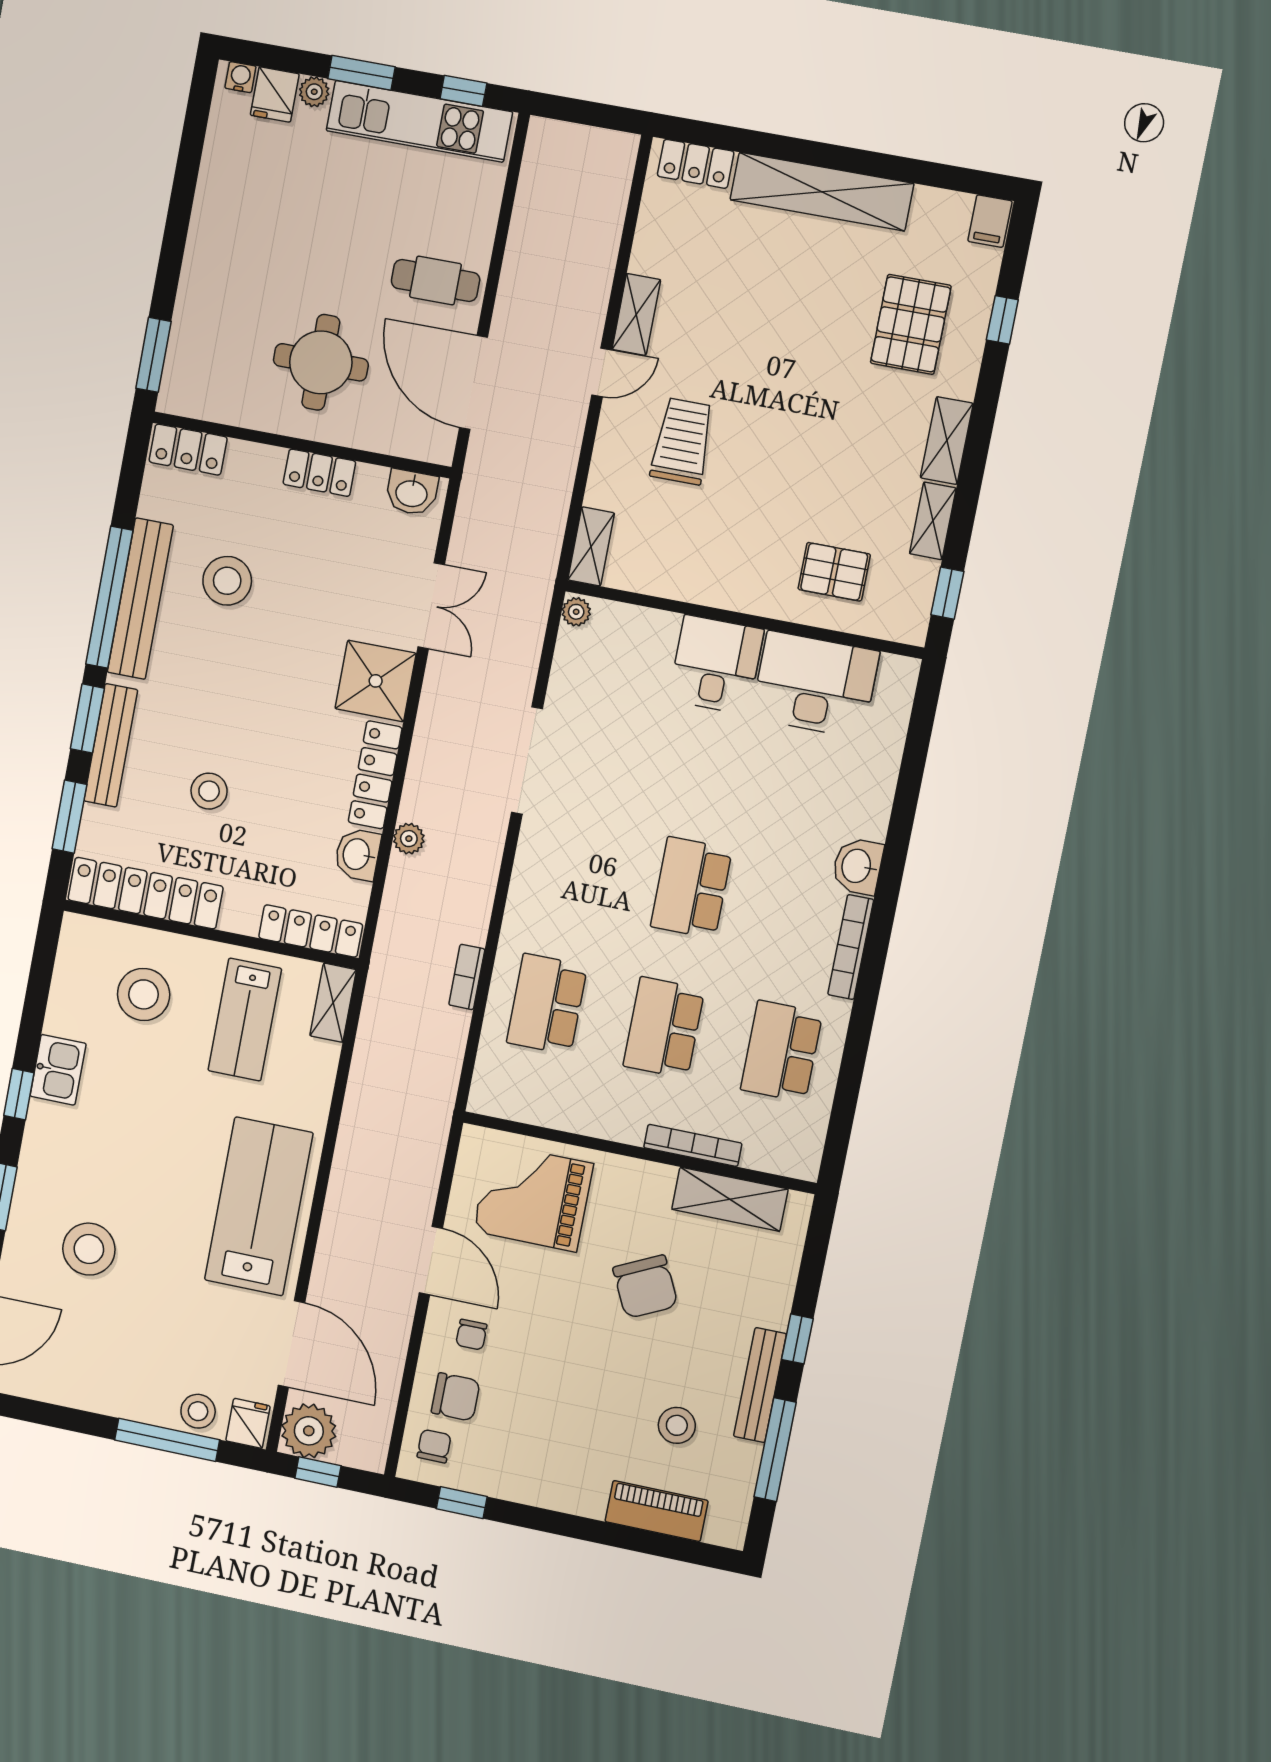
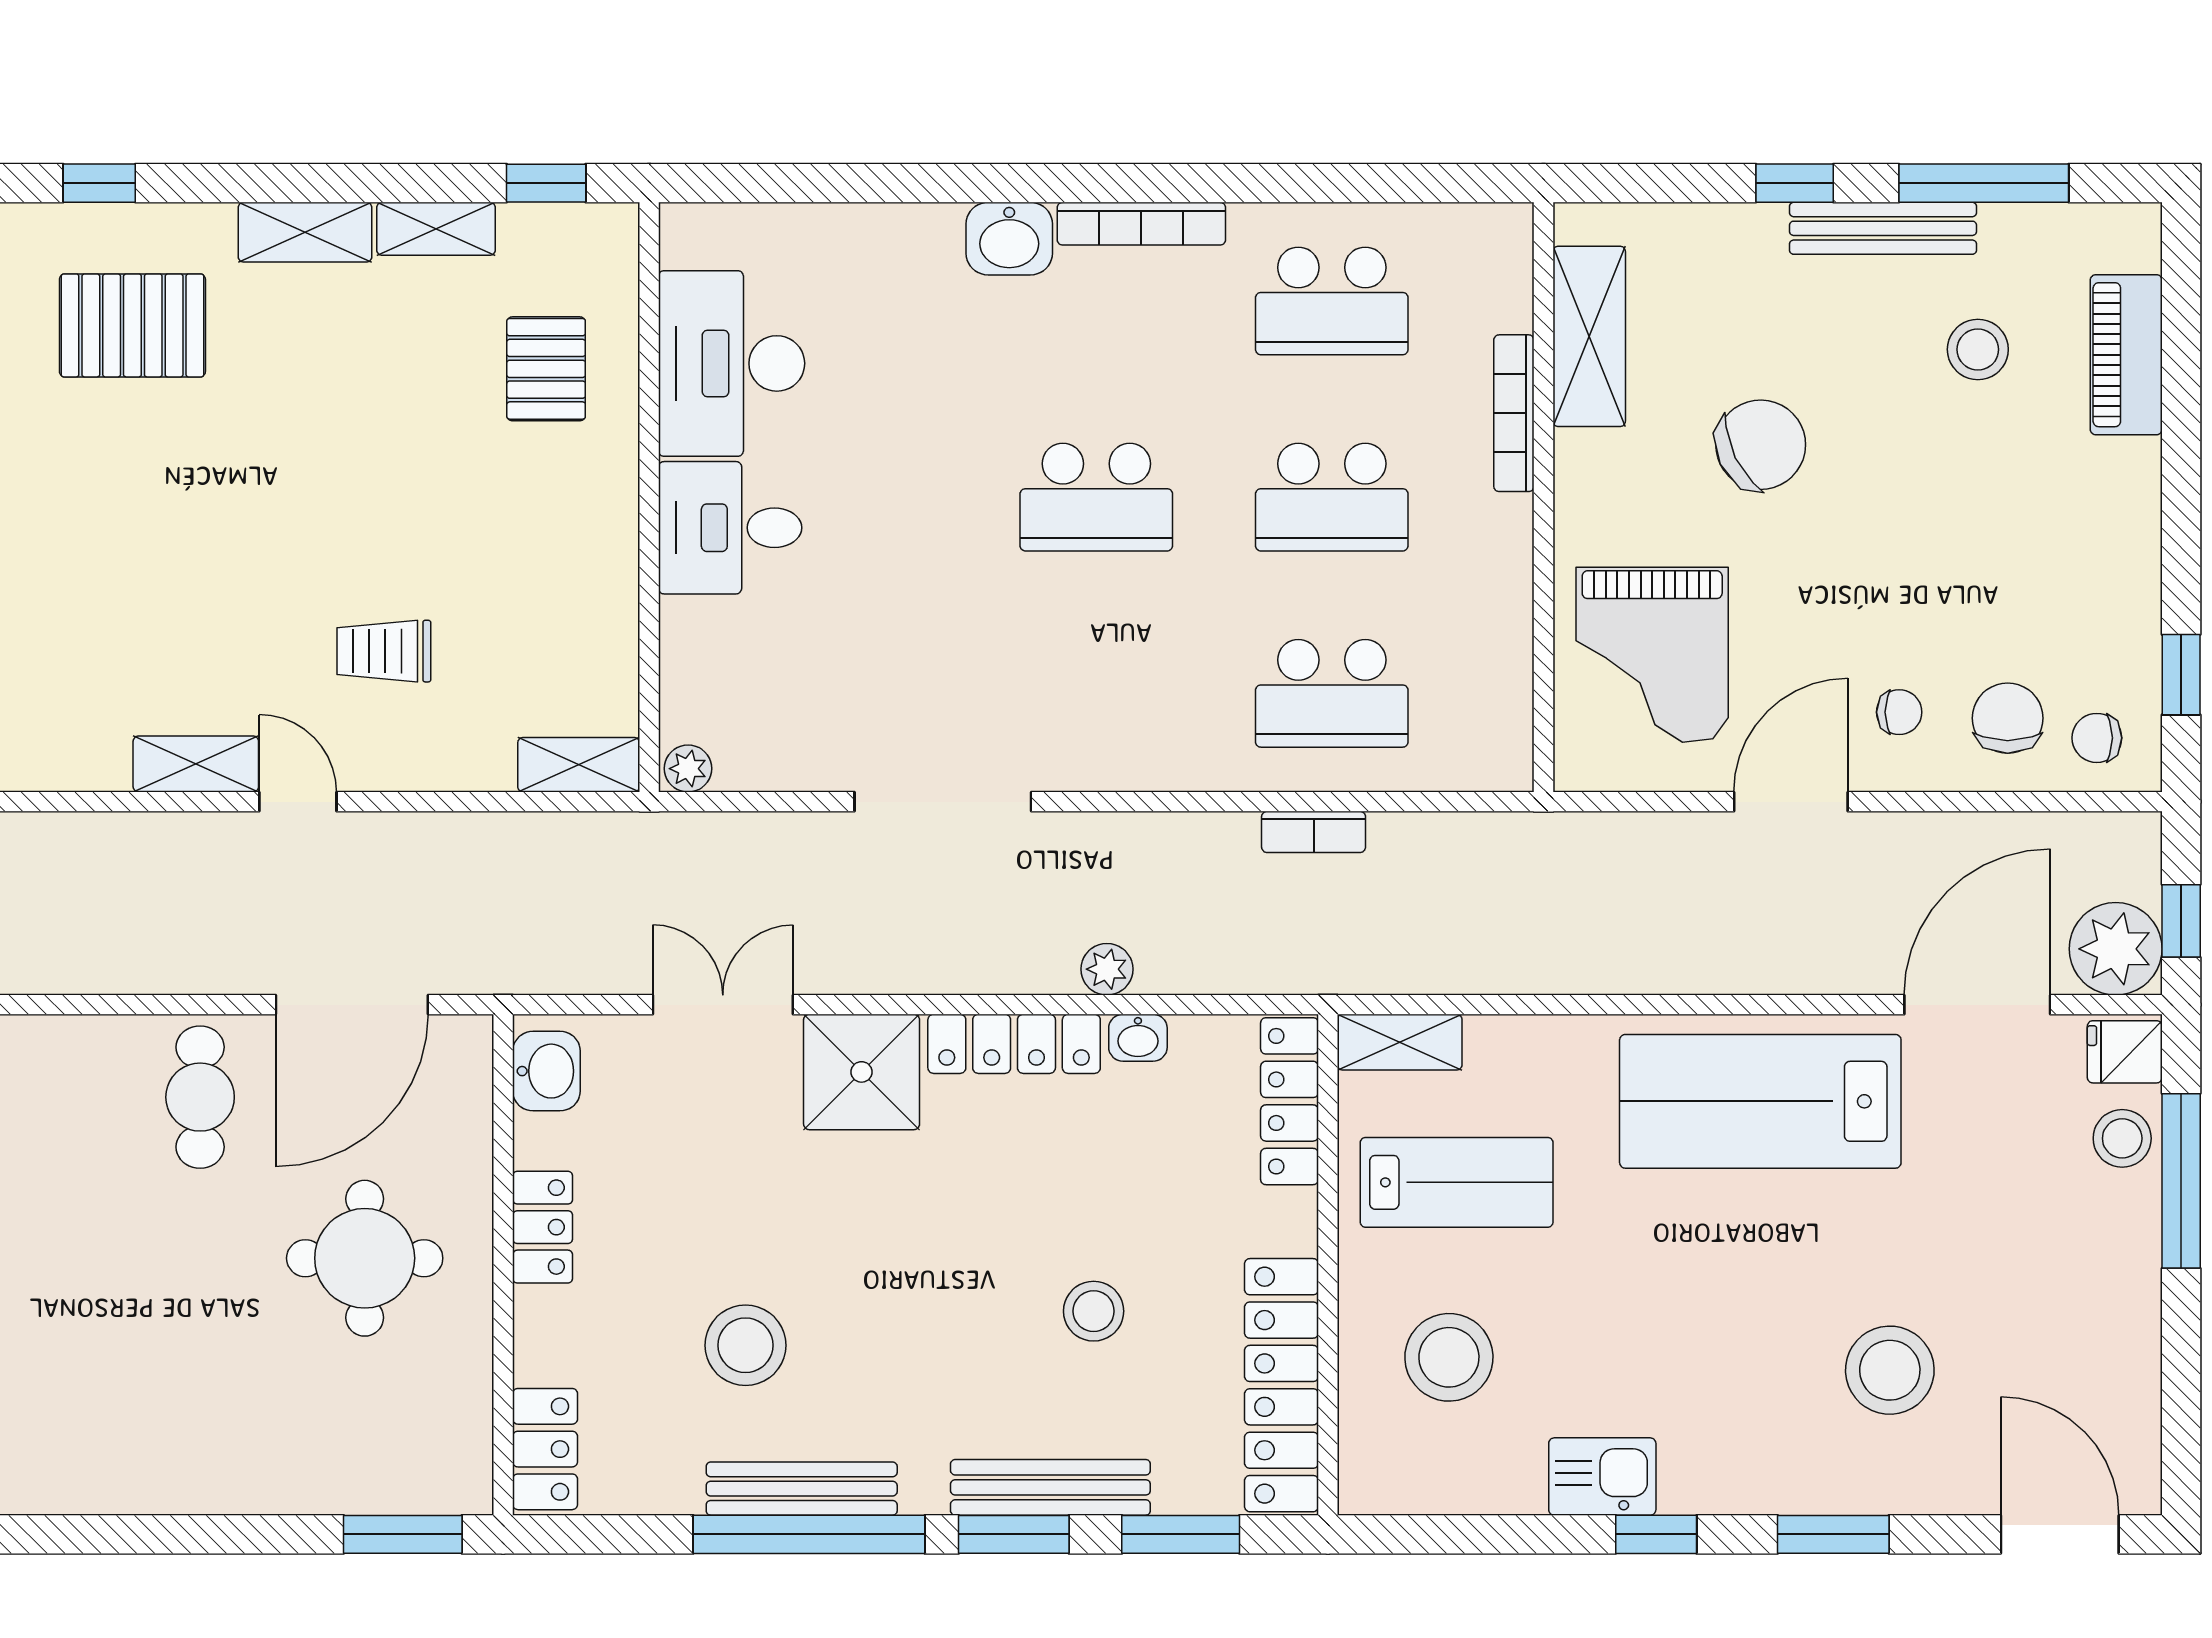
trolley: (682, 441) -> (384, 651), width x0.73, depth x0.72
bench: (140, 599) -> (802, 1489), width x0.73, depth x0.82
washbasin: (357, 854) -> (1138, 1038), width x0.72, depth x0.69

